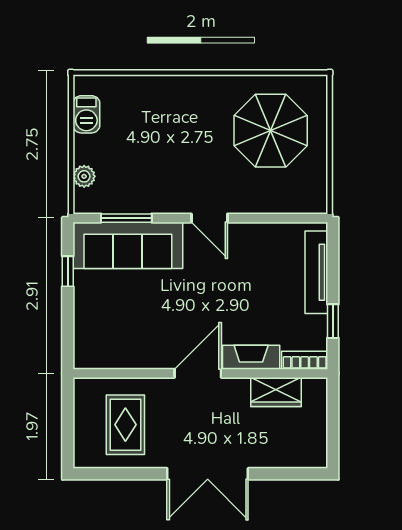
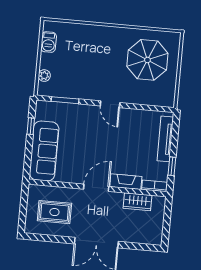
sofa: (128, 245) -> (44, 151), moved, turned -90
rug: (125, 425) -> (54, 212), turned 90

